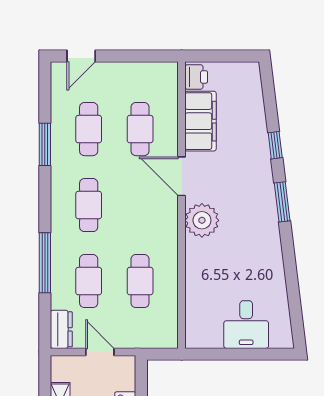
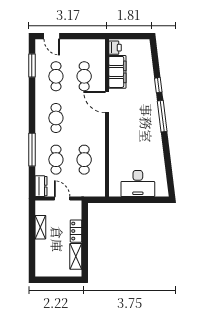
door: (81, 56) -> (52, 36), hinge flipped
window: (45, 144) -> (32, 65), moved
window: (282, 202) -> (162, 116), width x1.44
plant: (202, 220) -> (118, 126), removed
desk: (246, 325) -> (138, 184), width x1.37

